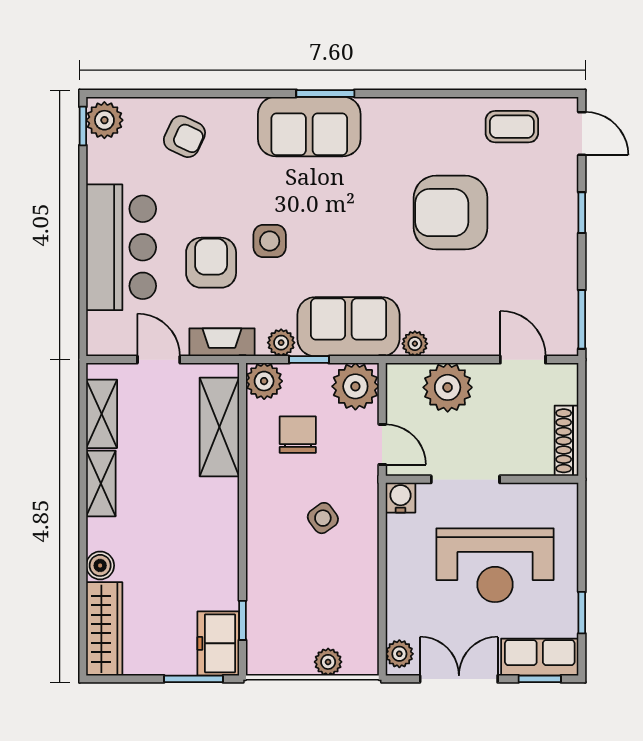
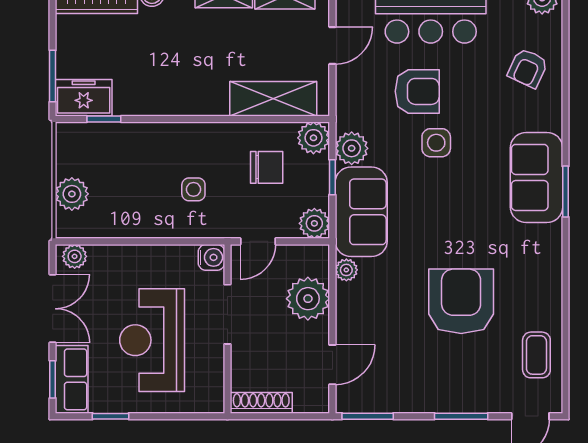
window: (582, 213) -> (461, 416), width x1.50
fireplace: (222, 342) -> (347, 101), removed
plant: (281, 343) -> (352, 148), width x1.38, depth x1.38
plant: (355, 386) -> (314, 223), width x0.73, depth x0.73
side table: (323, 518) -> (193, 189), turned 36
plant: (328, 662) -> (72, 194), width x1.38, depth x1.38

